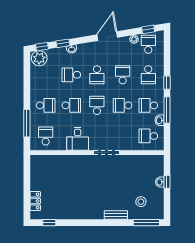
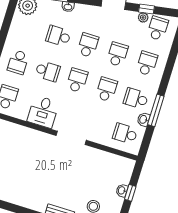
window: (148, 29) -> (147, 9), moved
school desk: (97, 75) -> (88, 45), turned 180
school desk: (148, 75) -> (147, 63), turned 180
window: (167, 83) -> (166, 79), removed
school desk: (46, 105) -> (18, 62), turned 90
school desk: (123, 105) -> (106, 89), turned 90

